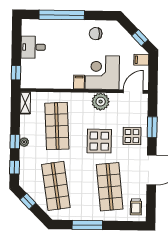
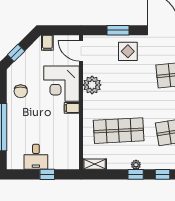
window: (140, 38) -> (16, 53), moved
window: (16, 73) -> (47, 174), moved
display table: (99, 141) -> (134, 86), removed

